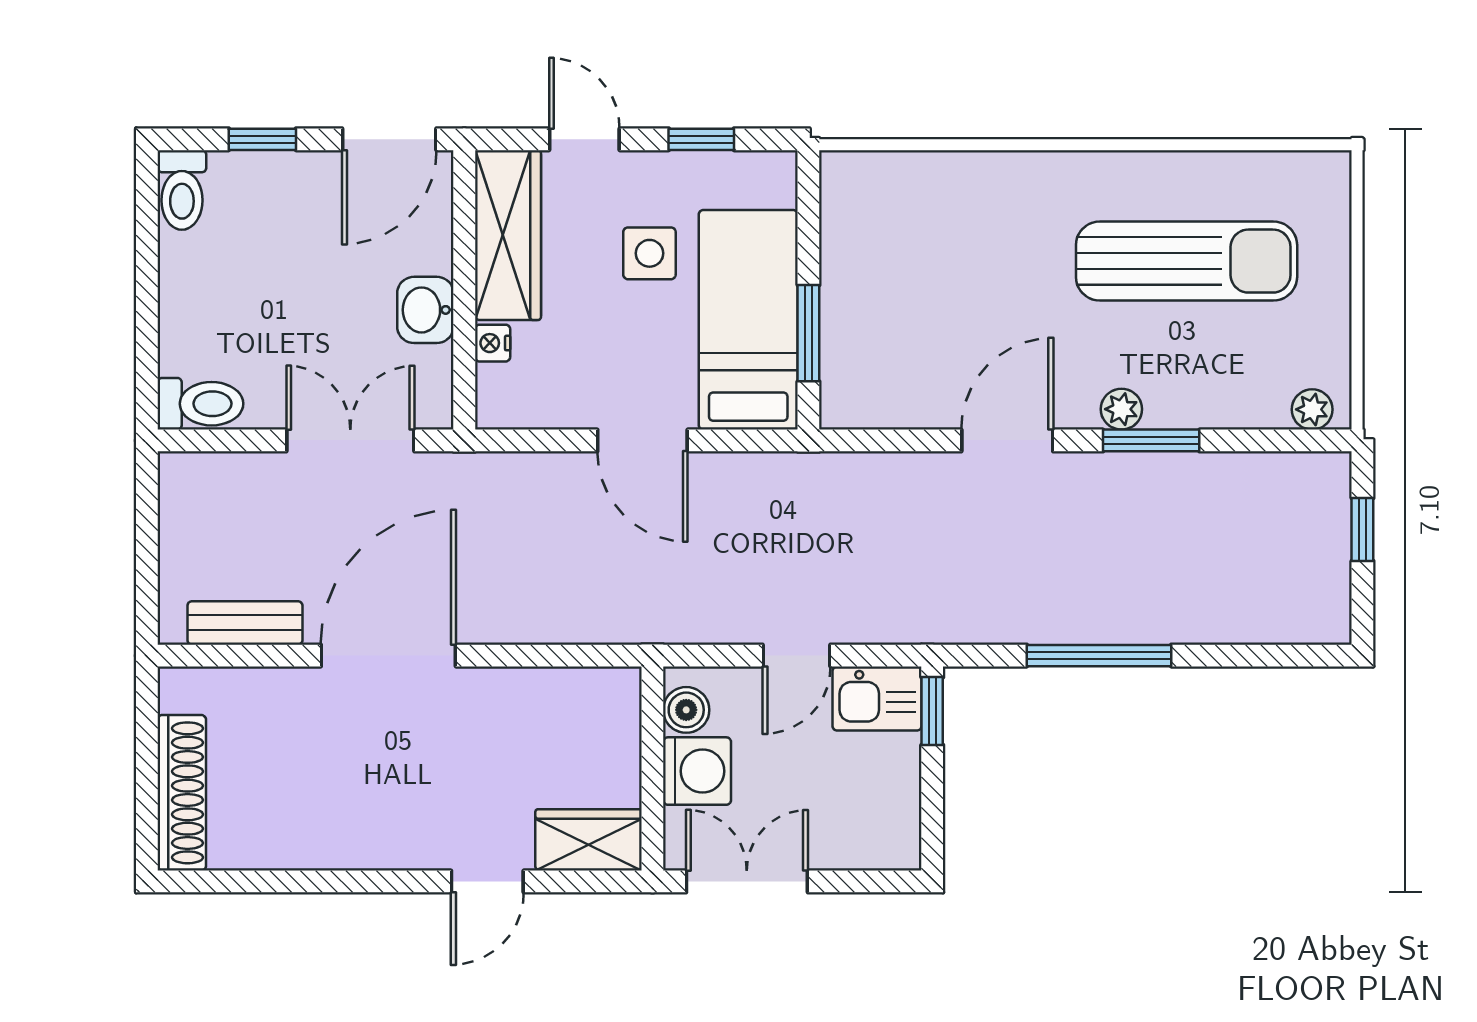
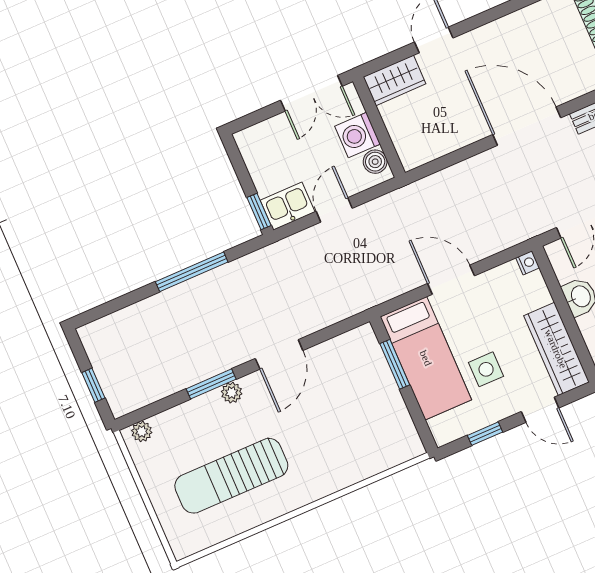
nightstand: (493, 343) -> (528, 263), moved
door: (388, 656) -> (527, 126), swing flipped

